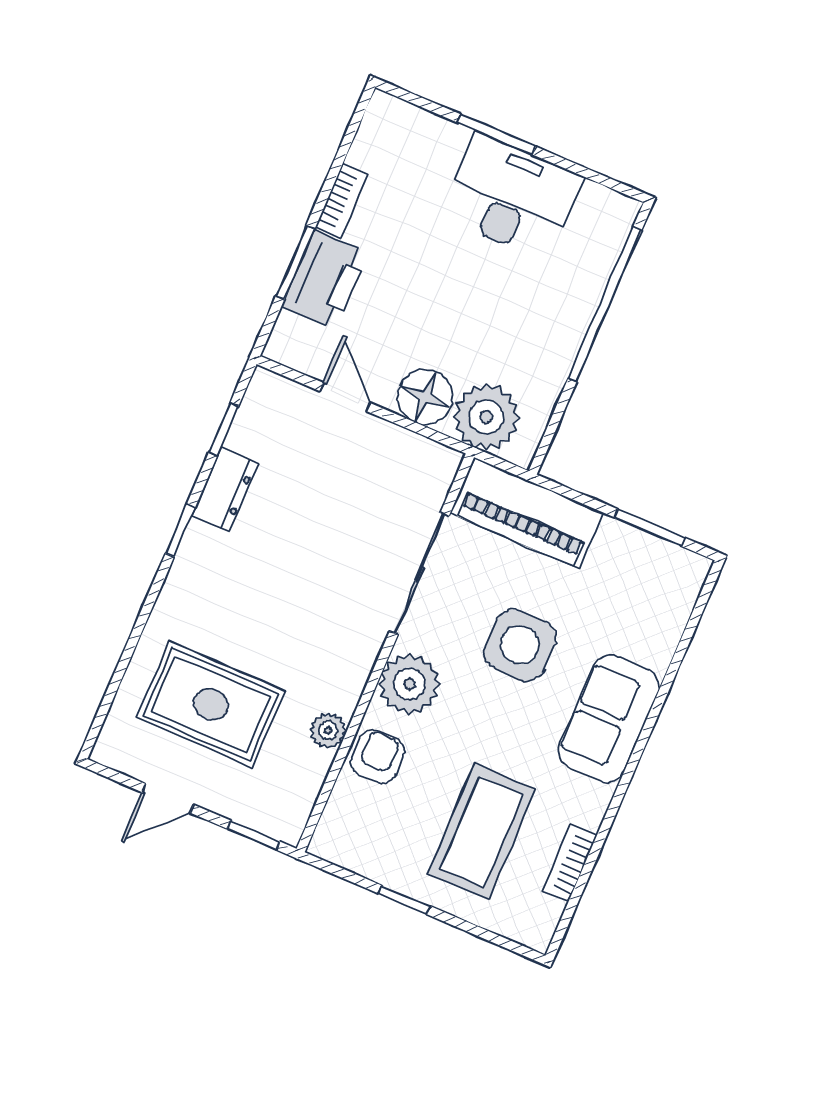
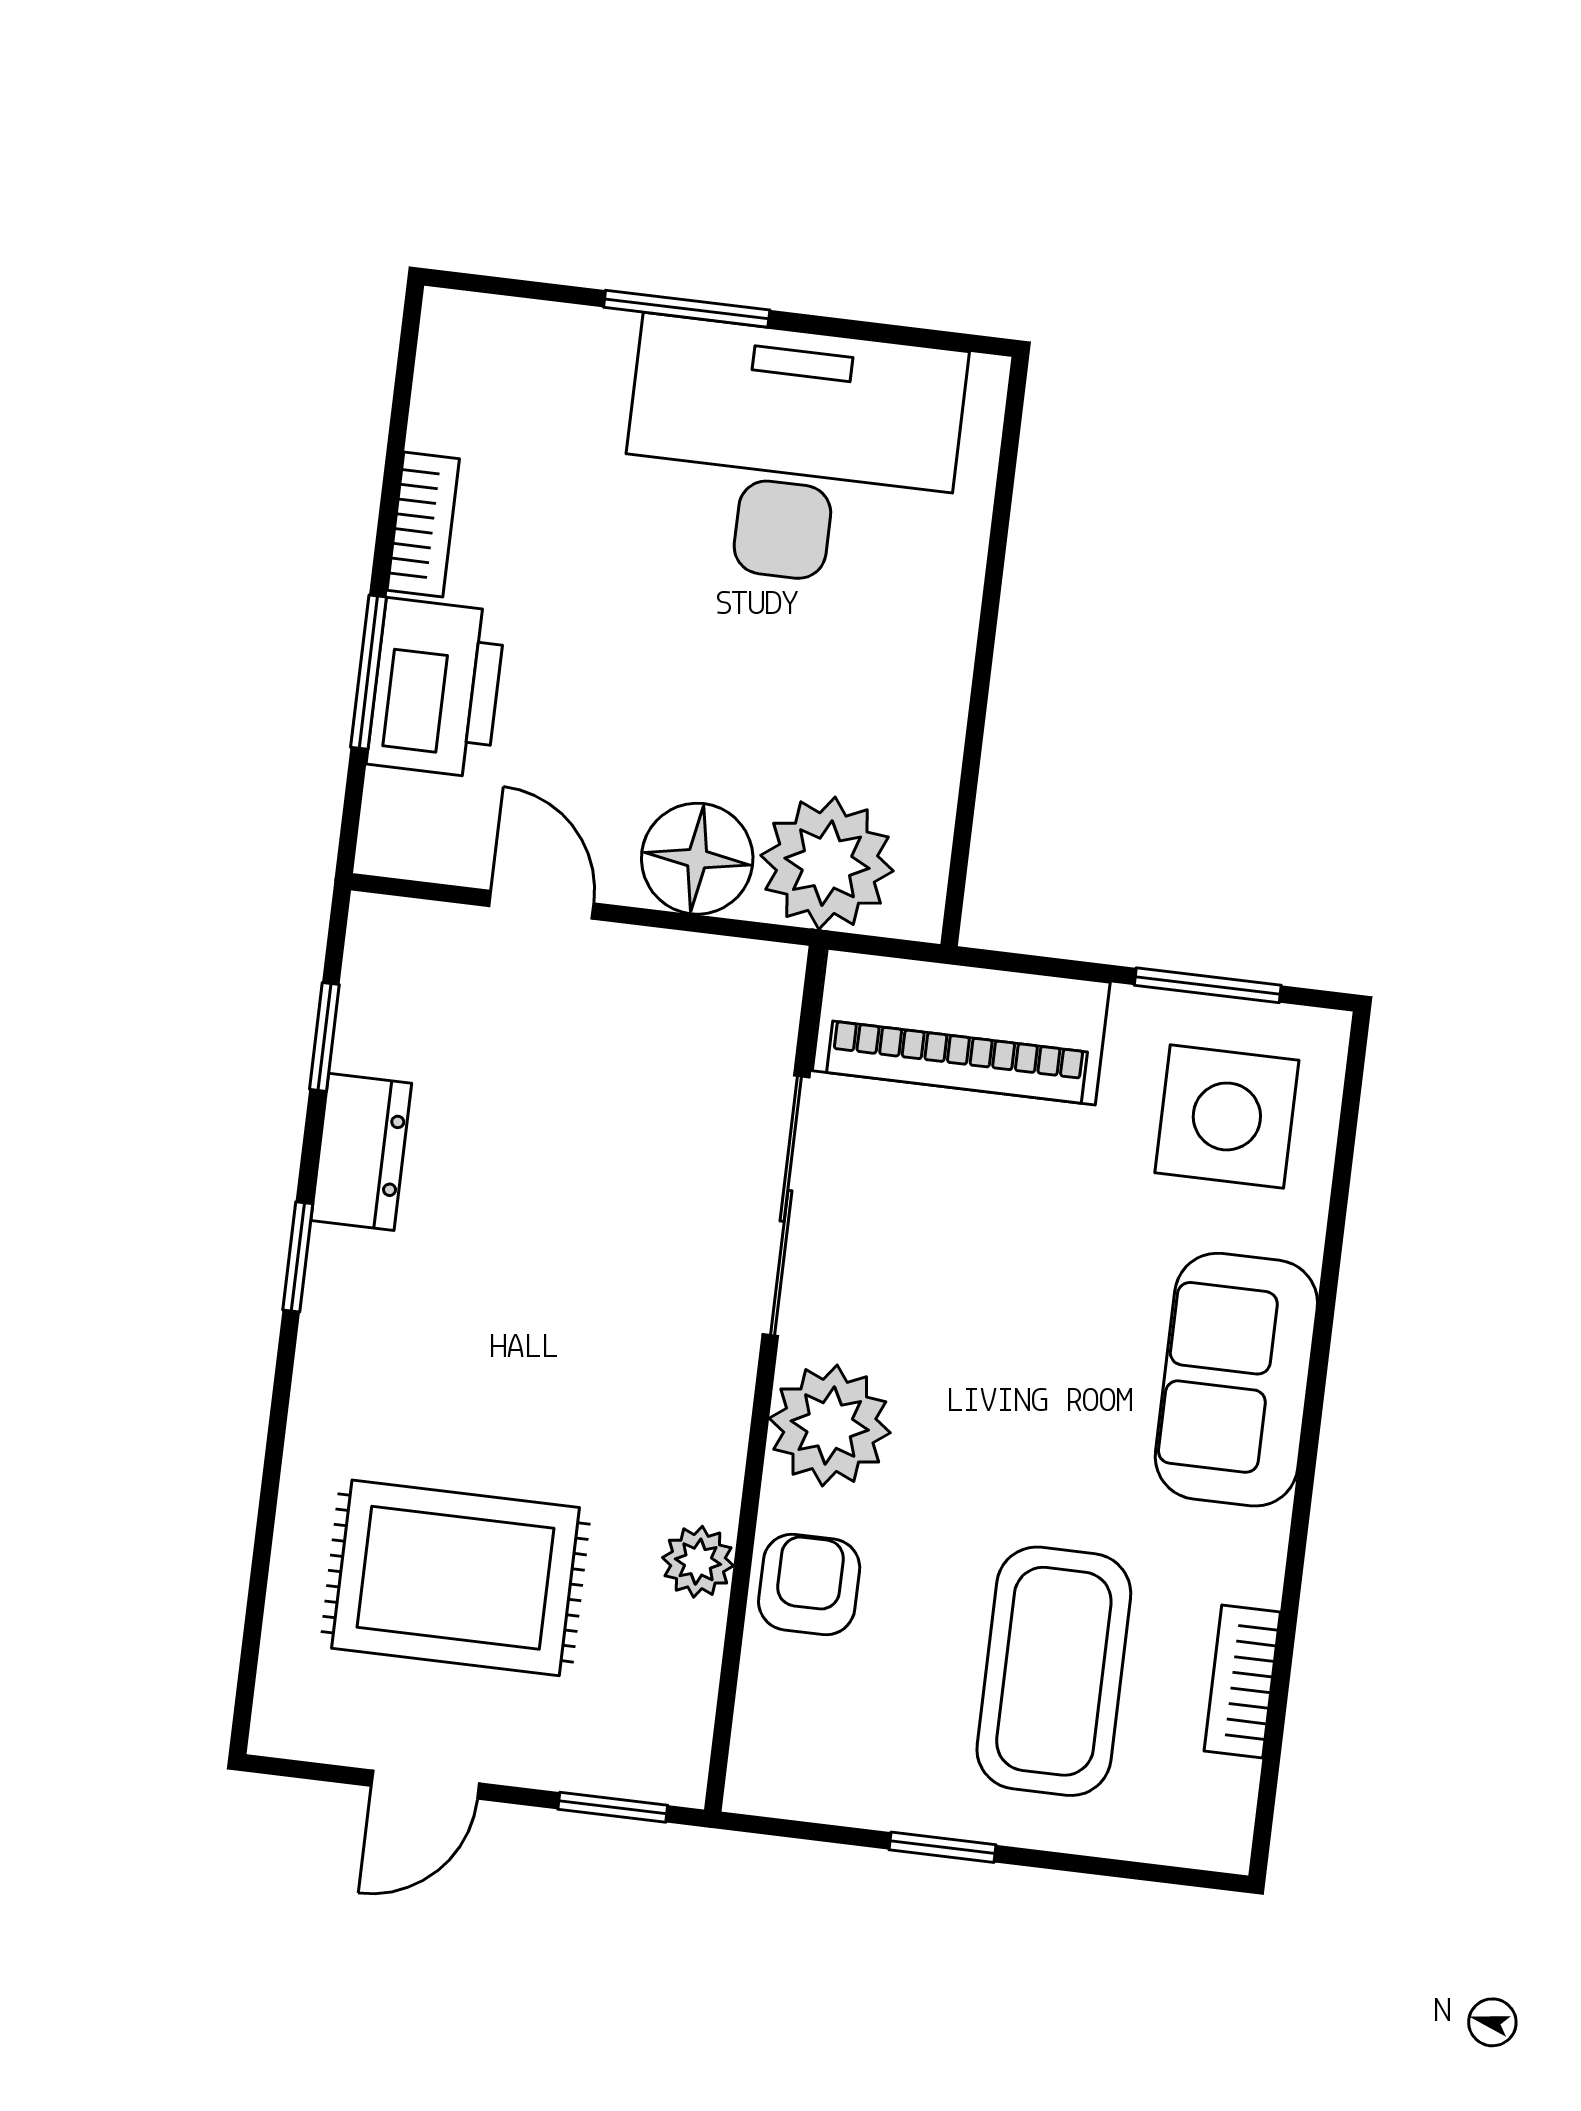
desk: (512, 197) -> (792, 454), width x1.36, depth x1.30
window: (605, 305) -> (994, 578), removed
side table: (520, 645) -> (1227, 1116), moved

